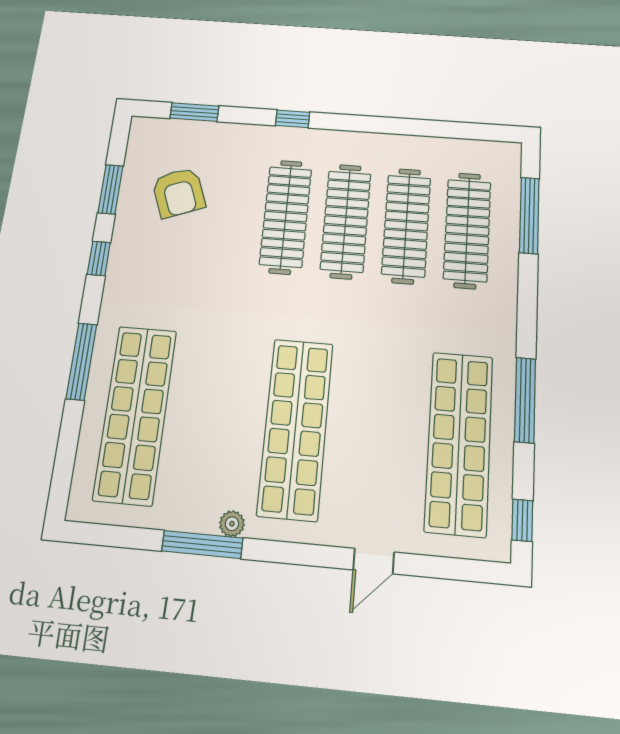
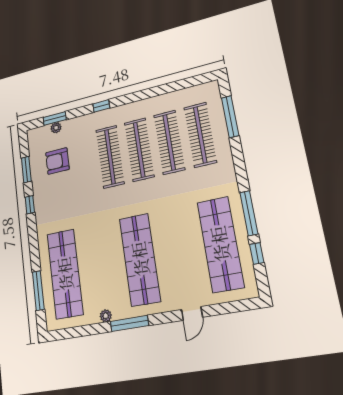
plant: (193, 130) -> (56, 128), added
armchair: (179, 193) -> (57, 161), turned 111
window: (81, 361) -> (38, 291), moved
window: (522, 520) -> (257, 253), moved
plant: (232, 524) -> (106, 316), moved
window: (202, 545) -> (129, 323), moved

